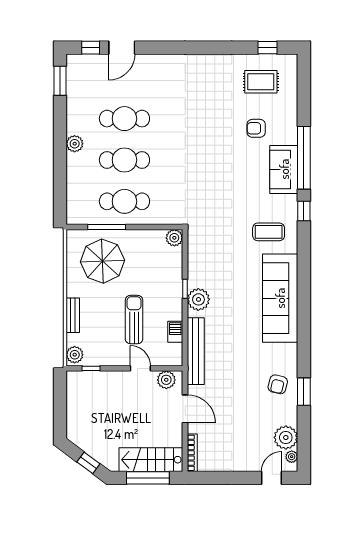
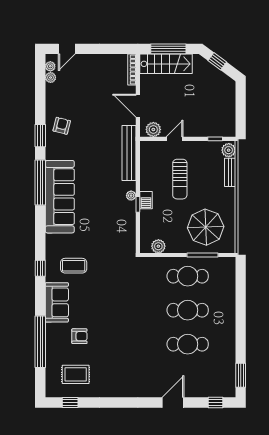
door: (122, 48) -> (173, 402), moved
plant: (75, 144) -> (229, 324), removed
window: (304, 158) -> (40, 342), moved
coffee table: (269, 232) -> (74, 266), moved
plant: (174, 238) -> (158, 246), moved
plant: (198, 299) -> (131, 196), width x0.53, depth x0.53
bench: (73, 315) -> (230, 172), moved
window: (304, 315) -> (40, 182), added
barbecue: (175, 332) -> (146, 200), moved
door: (140, 368) -> (175, 139), swing flipped
window: (304, 392) -> (40, 136), moved
plant: (286, 437) -> (51, 78), width x0.53, depth x0.53

